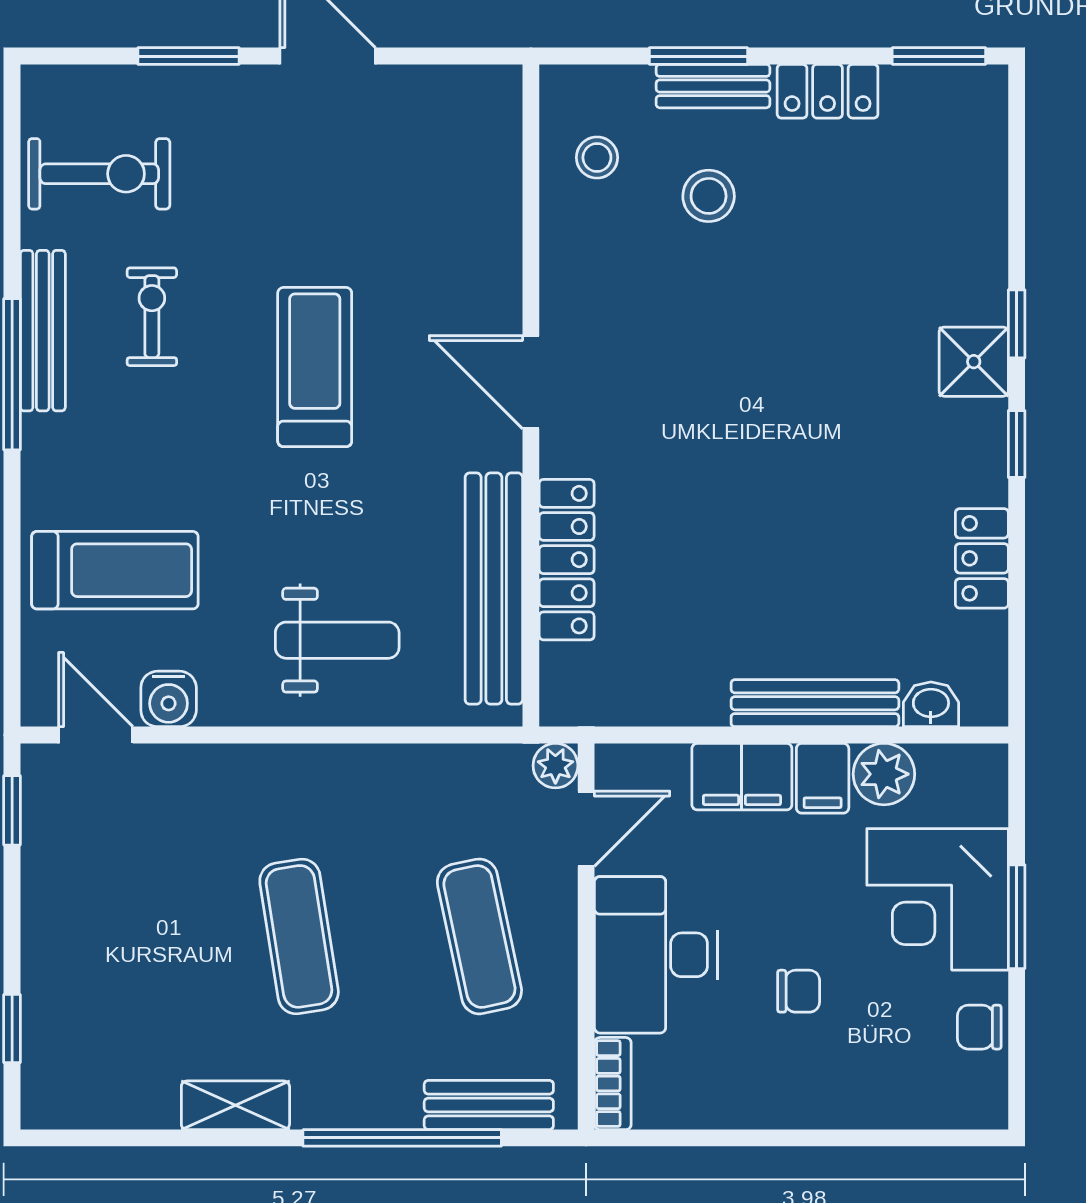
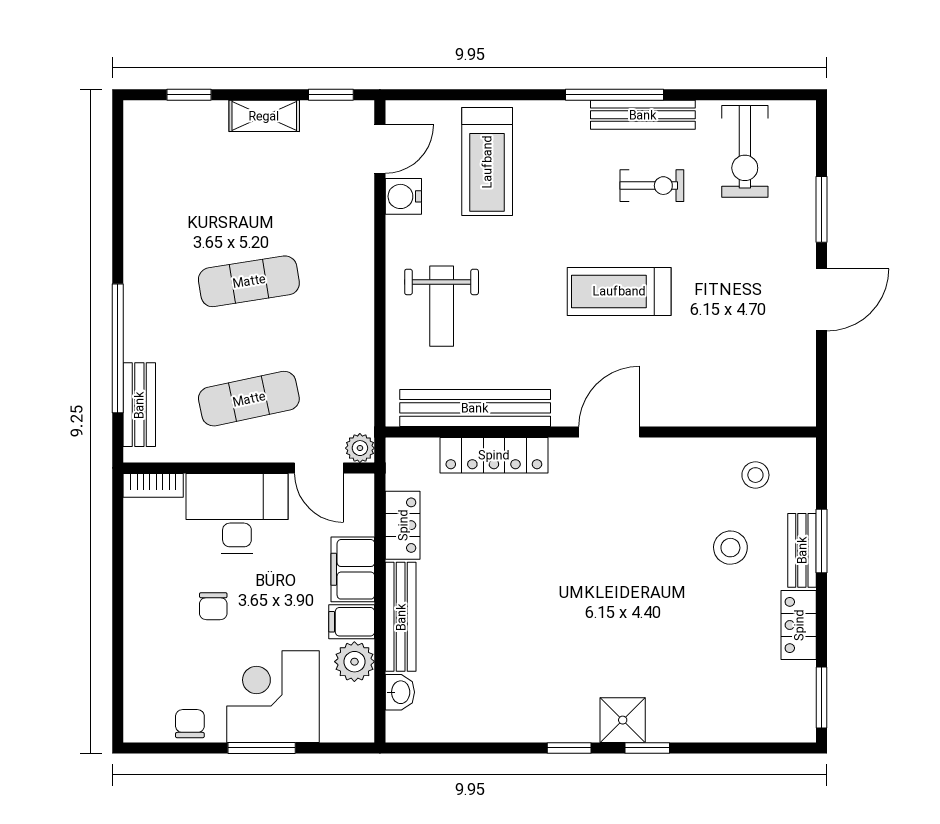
treadmill: (315, 367) -> (619, 291), turned 180
locker: (982, 558) -> (403, 525), moved, turned 90
shelving: (235, 1105) -> (264, 116), moved, turned 90

